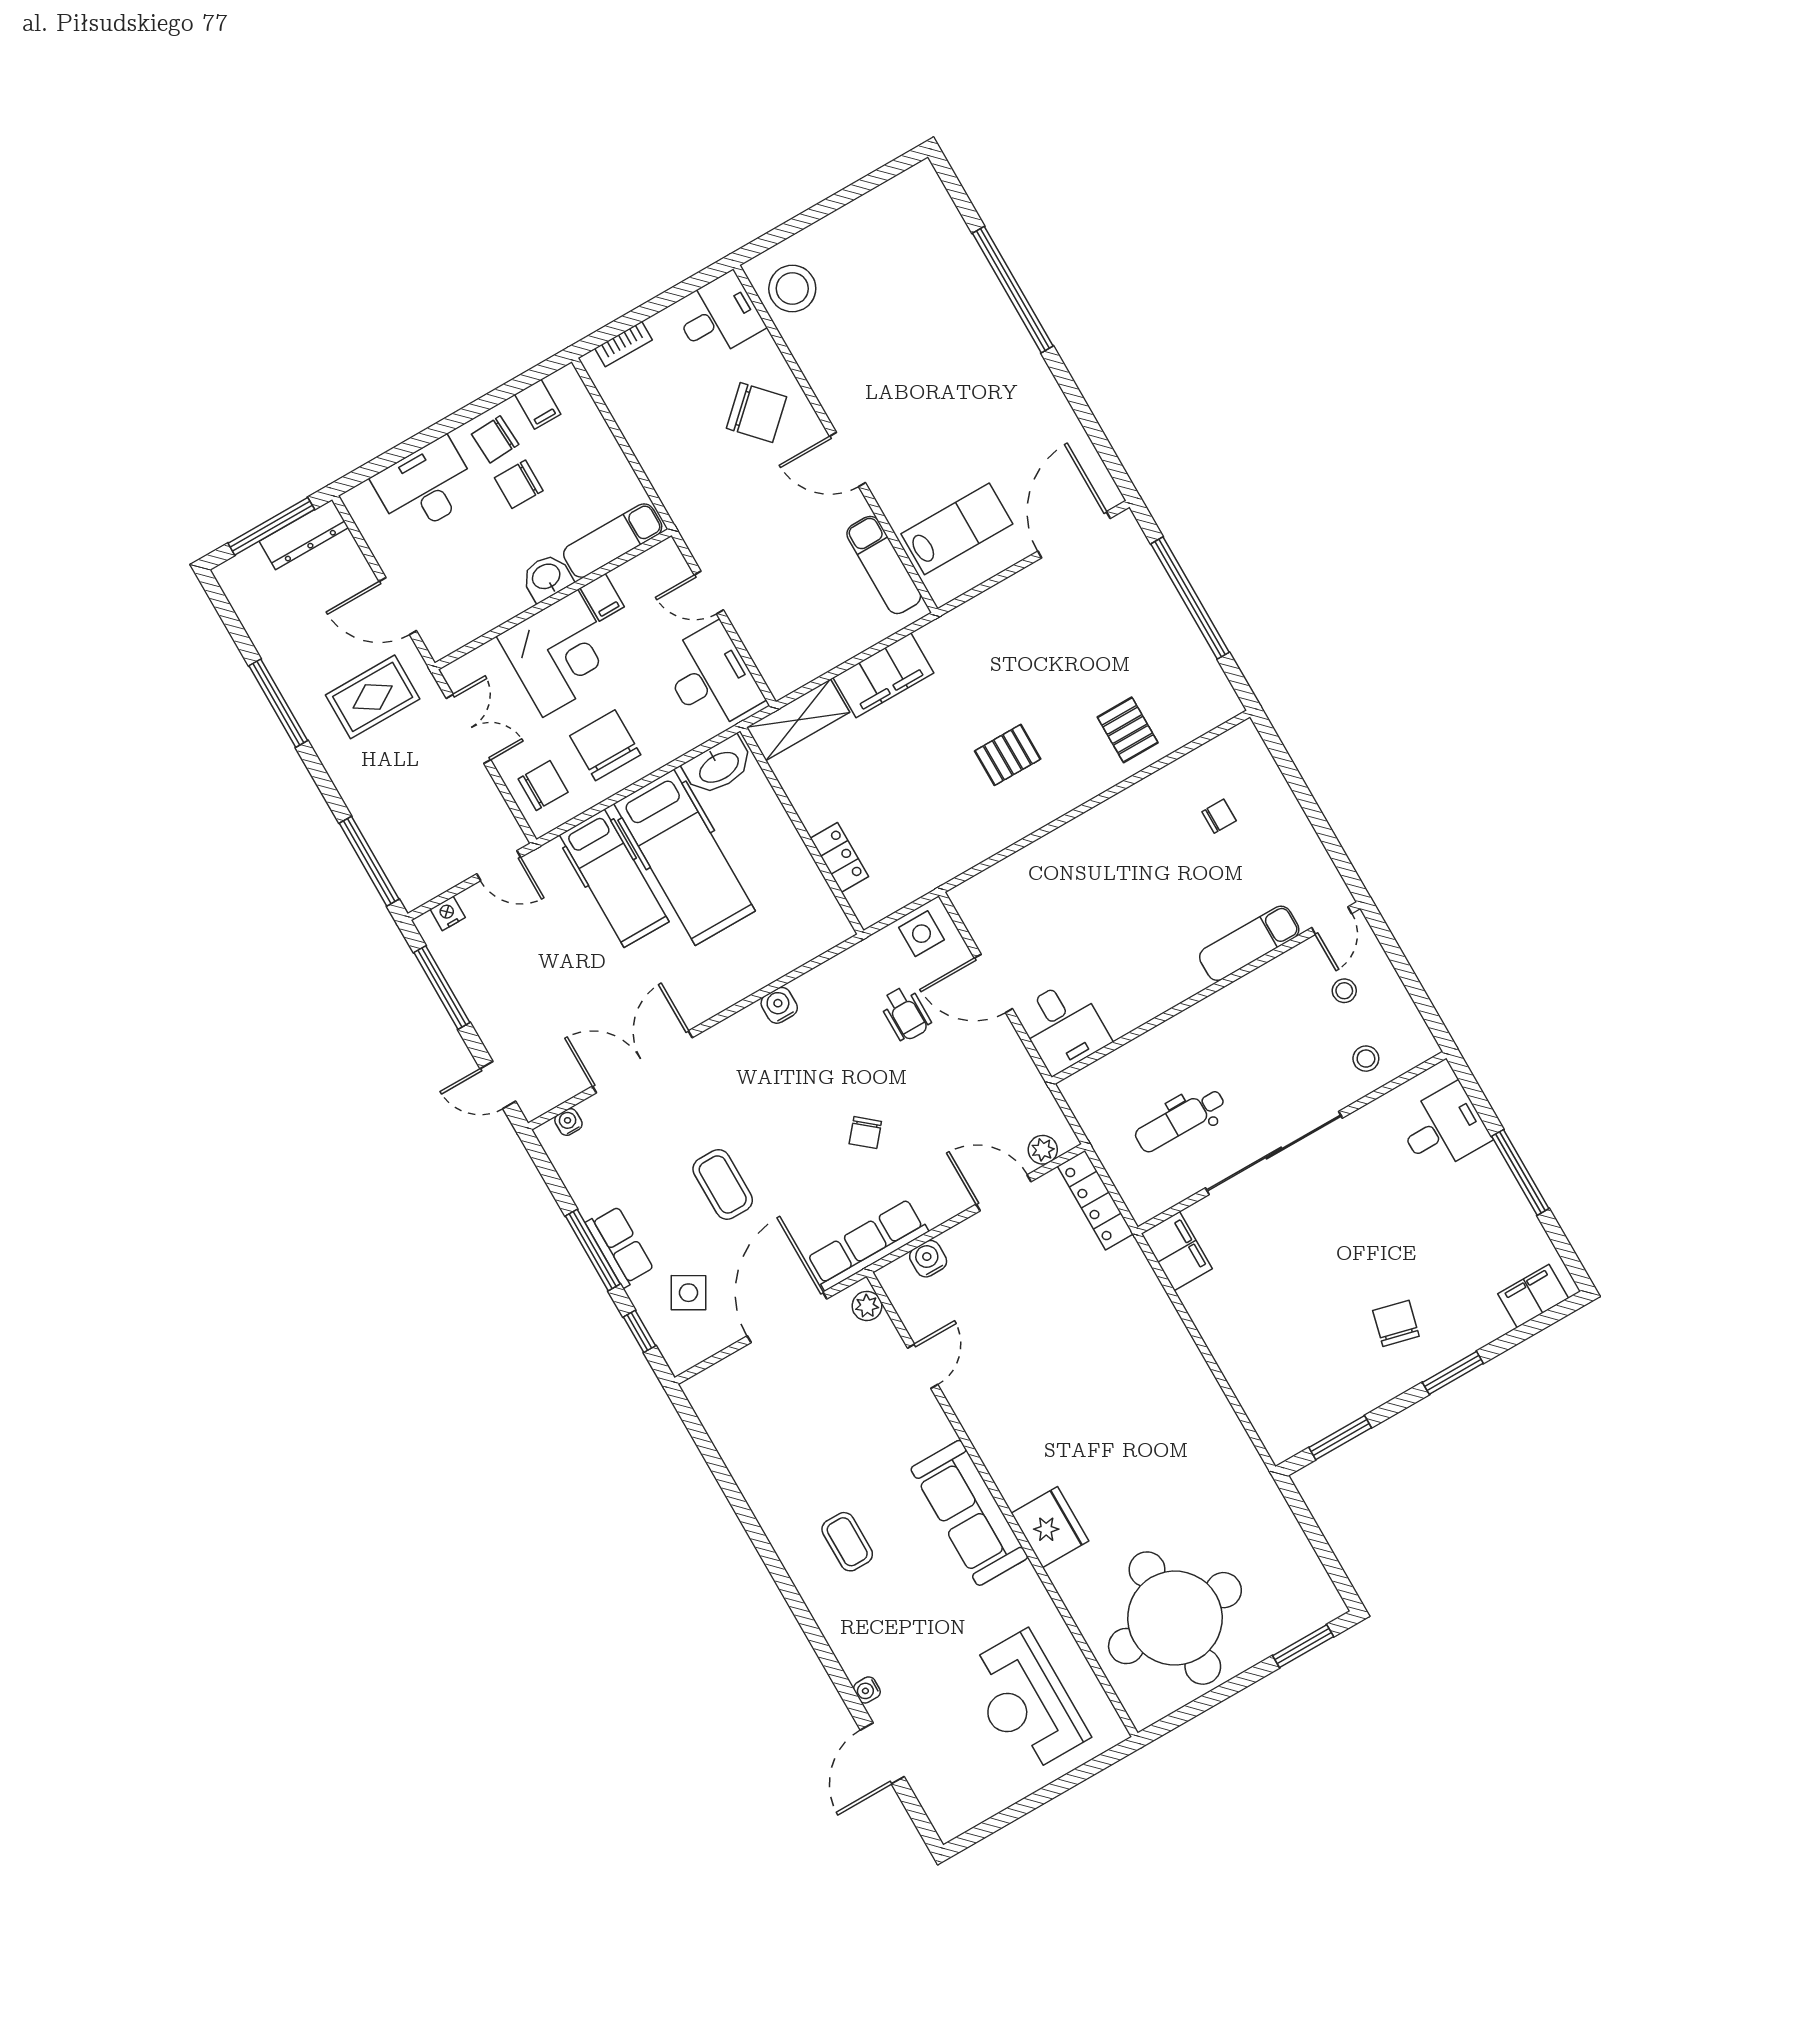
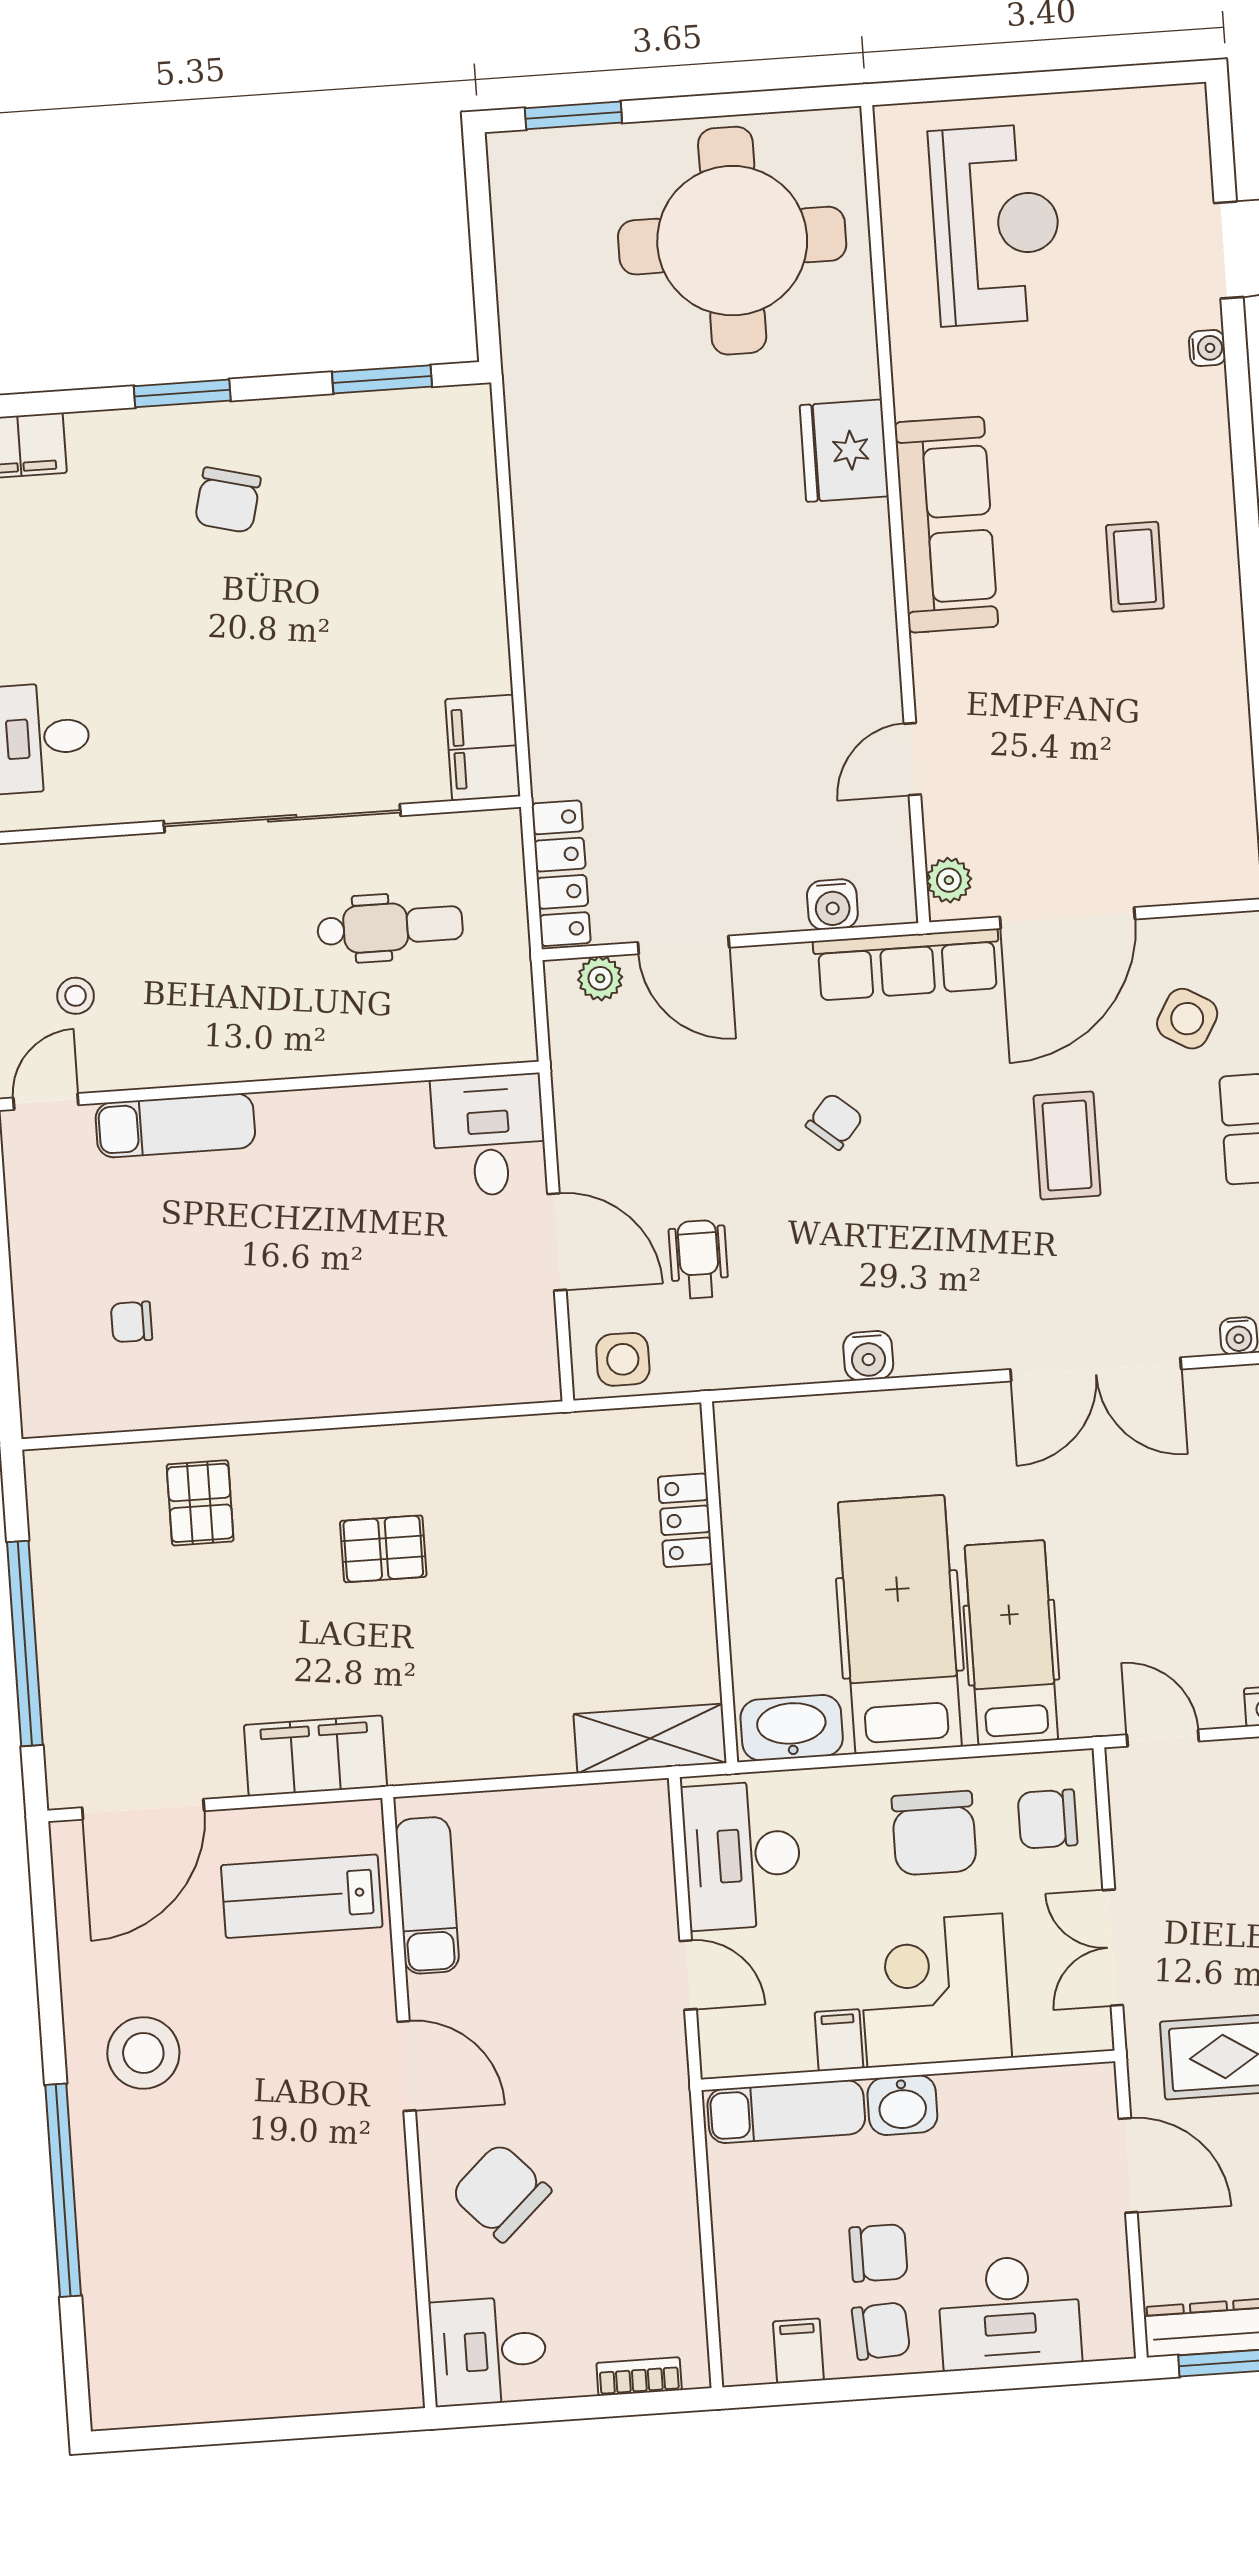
stool: (792, 289) -> (143, 2053), moved
filing cabinet: (883, 675) -> (315, 1756), moved
stool: (1366, 1059) -> (91, 887), removed

